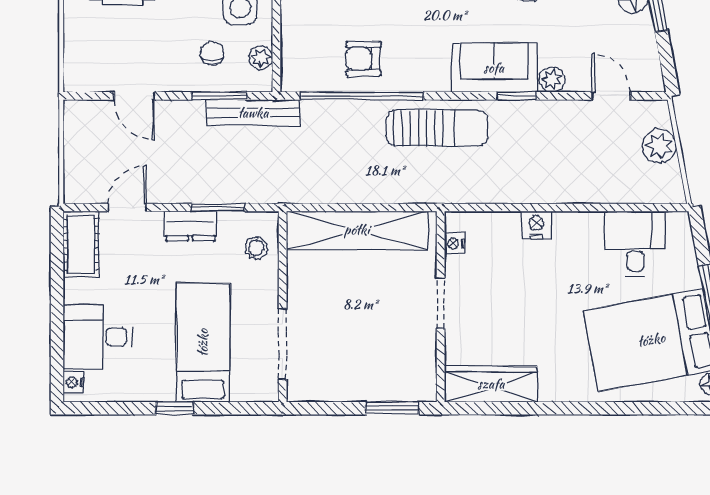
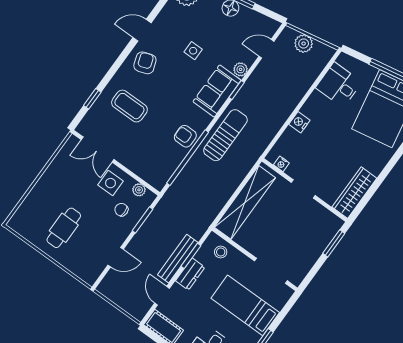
armchair: (363, 59) -> (185, 136), moved, turned 90
bench: (253, 113) -> (178, 259), moved

